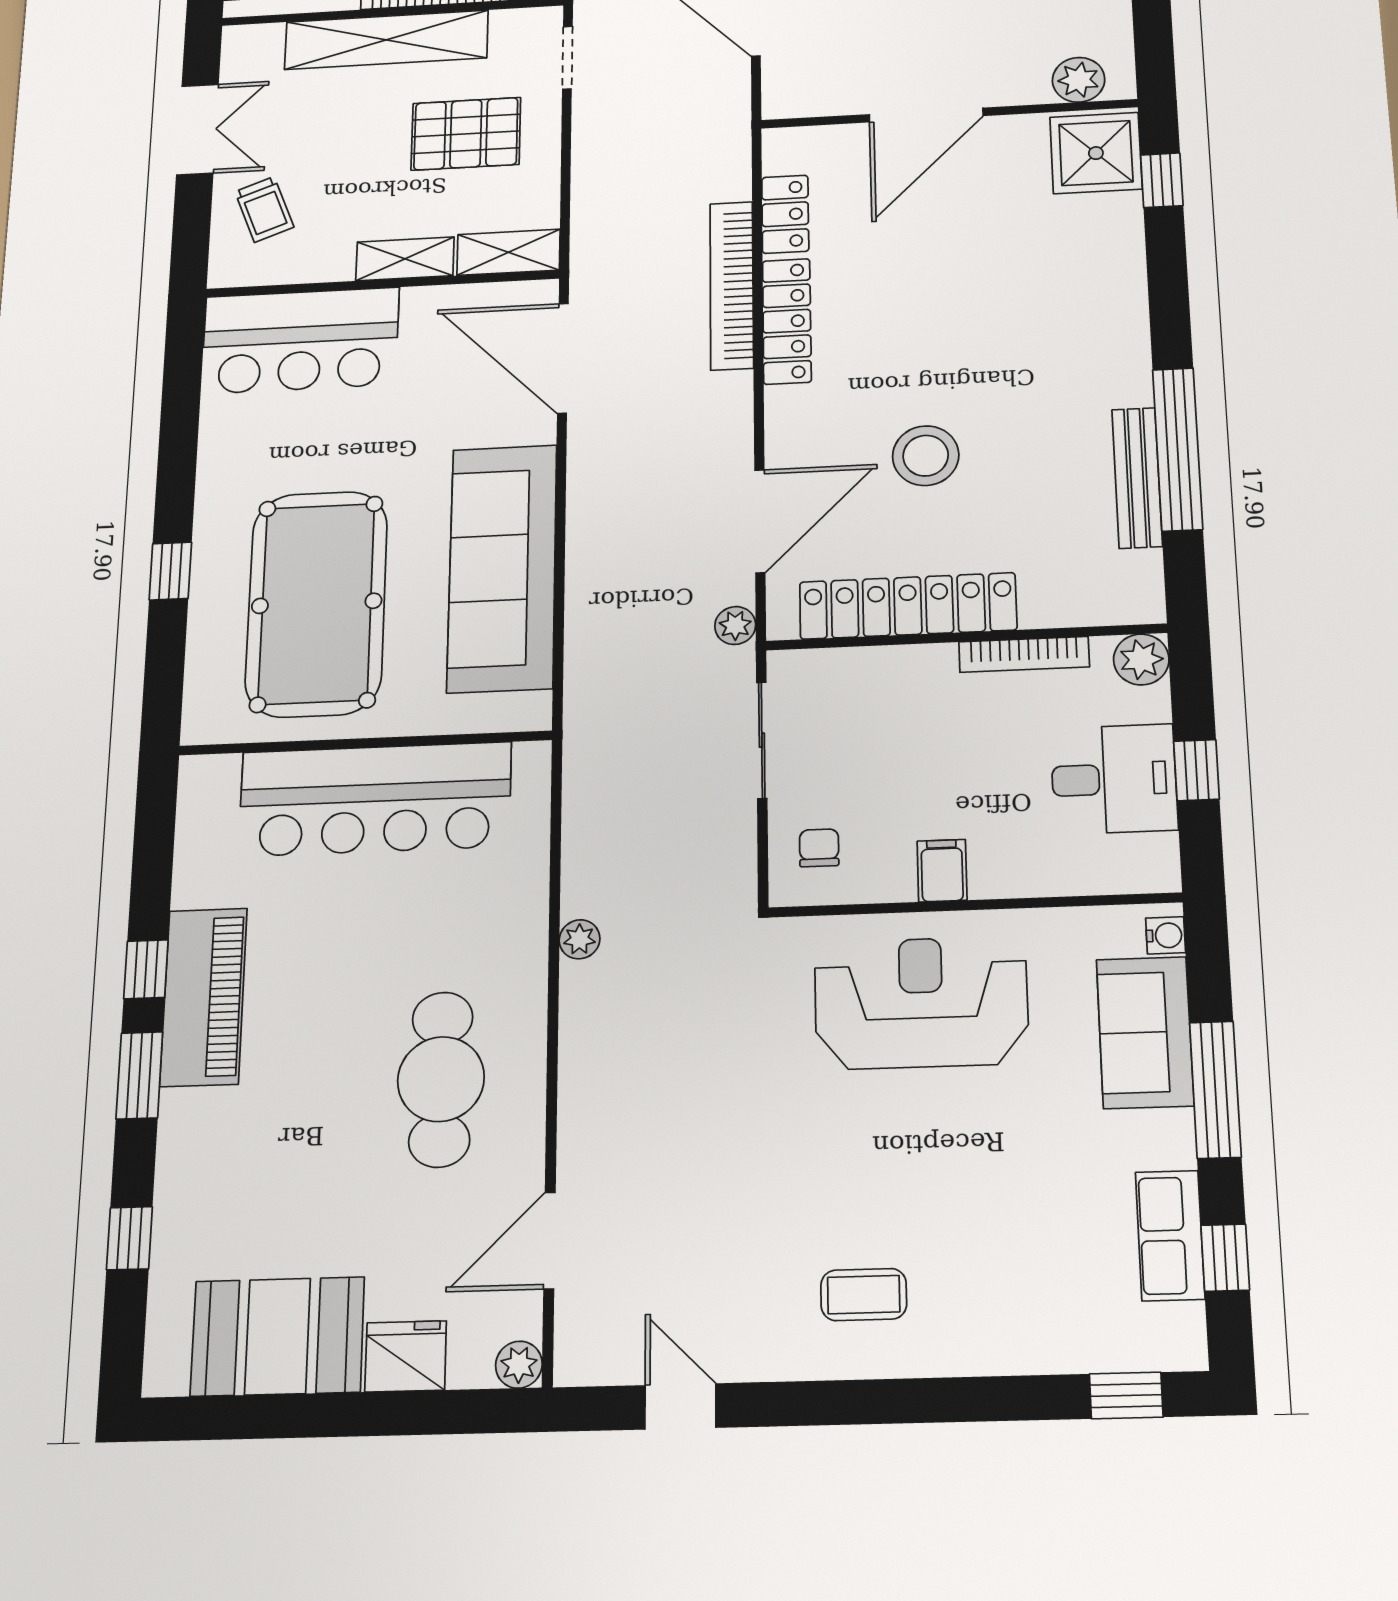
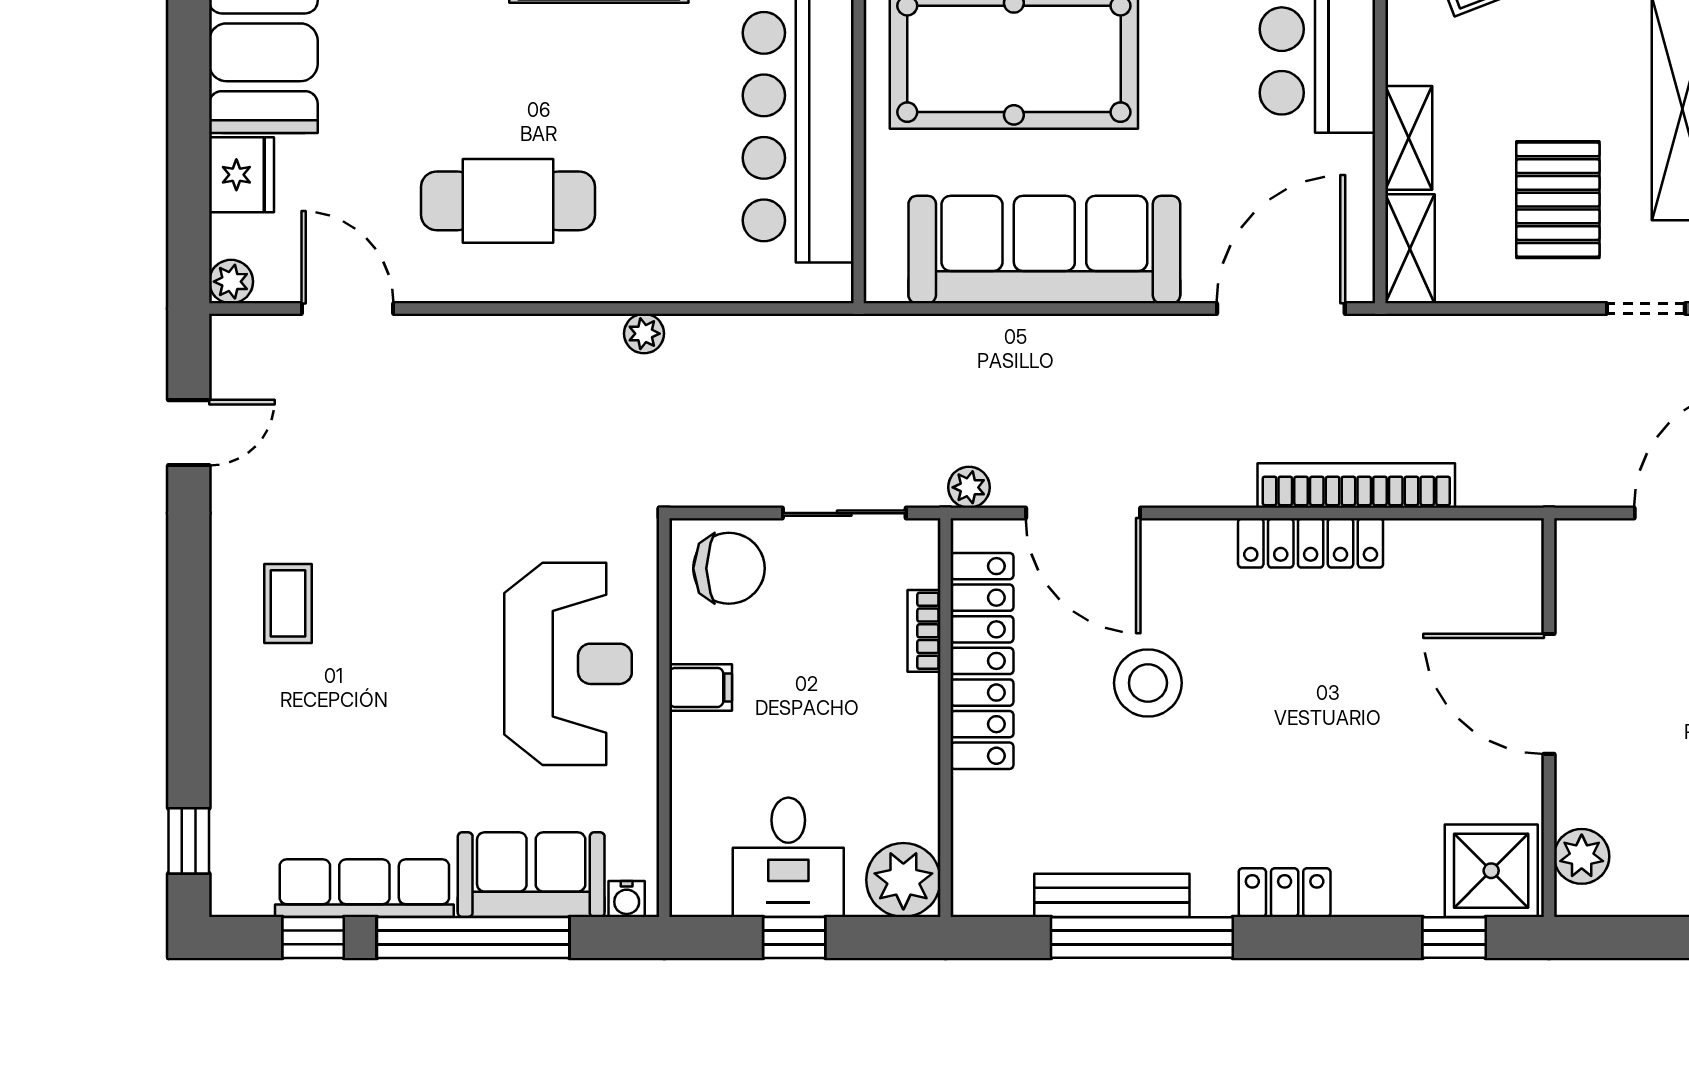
locker: (785, 214) -> (1285, 893), moved, turned 180
bookcase: (1024, 654) -> (924, 631), moved, width x0.64
plant: (1141, 659) -> (903, 880), width x1.36, depth x1.36
chair: (819, 848) -> (729, 568), width x1.87, depth x1.87
window: (1215, 1090) -> (473, 937), width x1.46
row of seats: (1170, 1235) -> (364, 888), width x1.48

